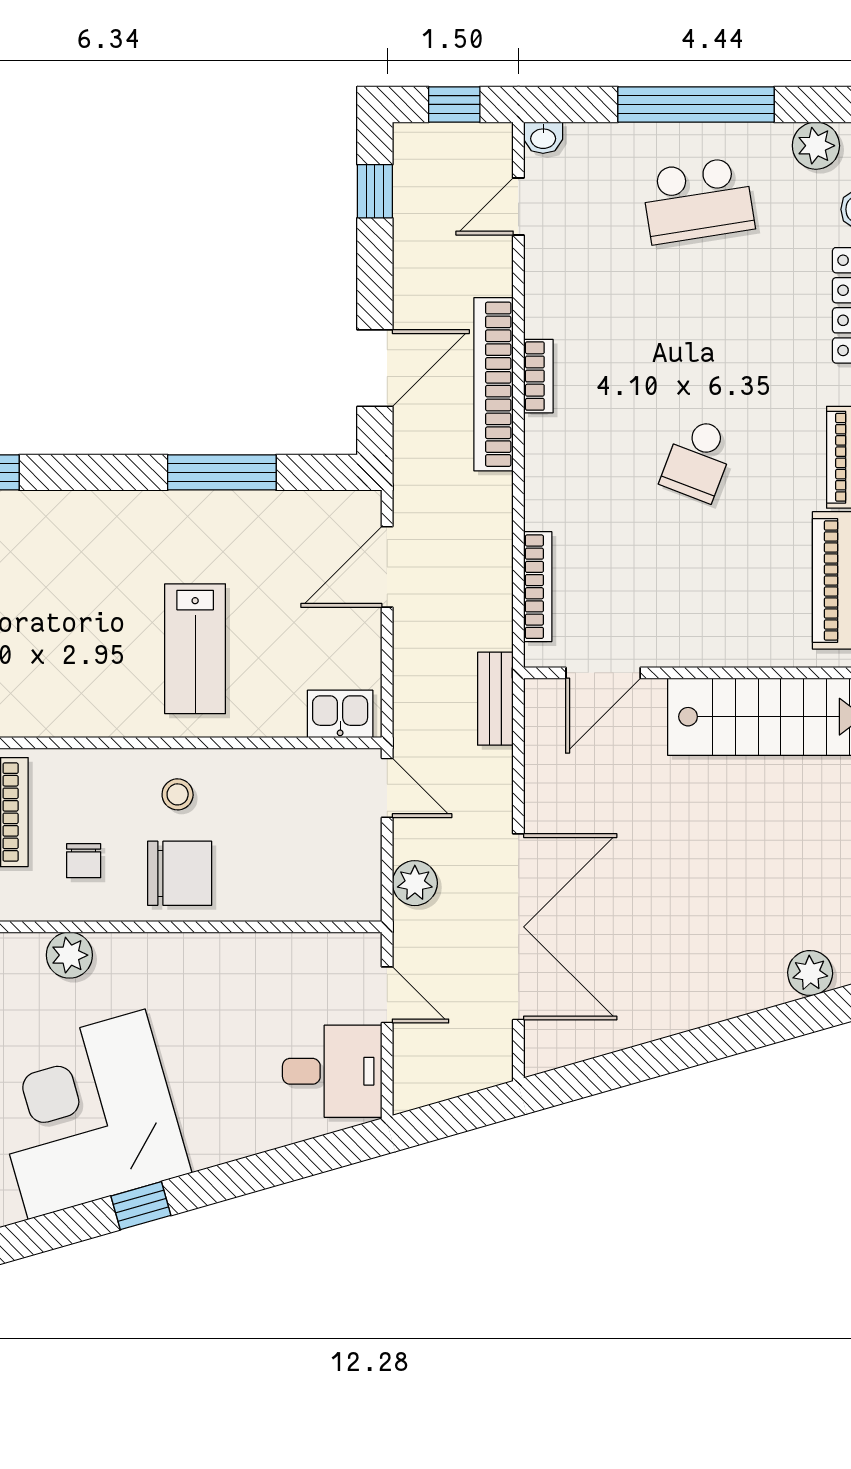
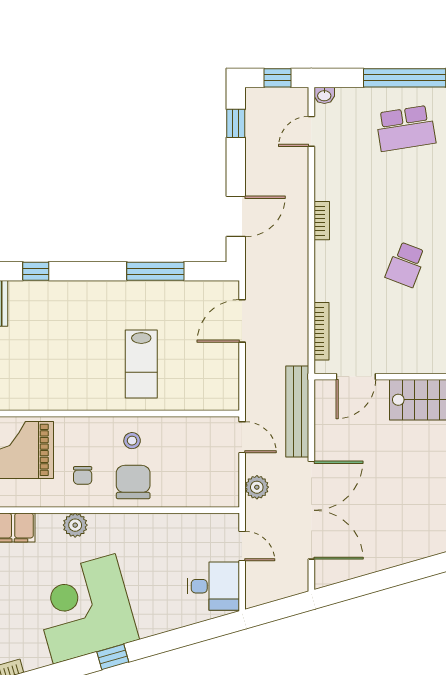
bookcase: (493, 384) -> (298, 225), removed
bench: (495, 699) -> (297, 411), width x1.86, depth x1.21
kitchen sink: (340, 714) -> (218, 398), removed
chair: (180, 873) -> (133, 482), turned -90

